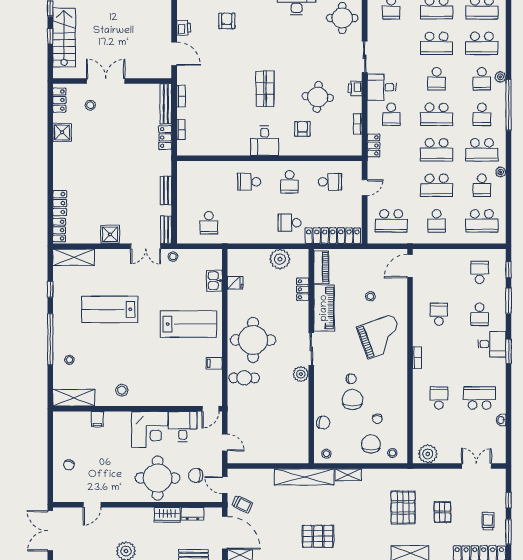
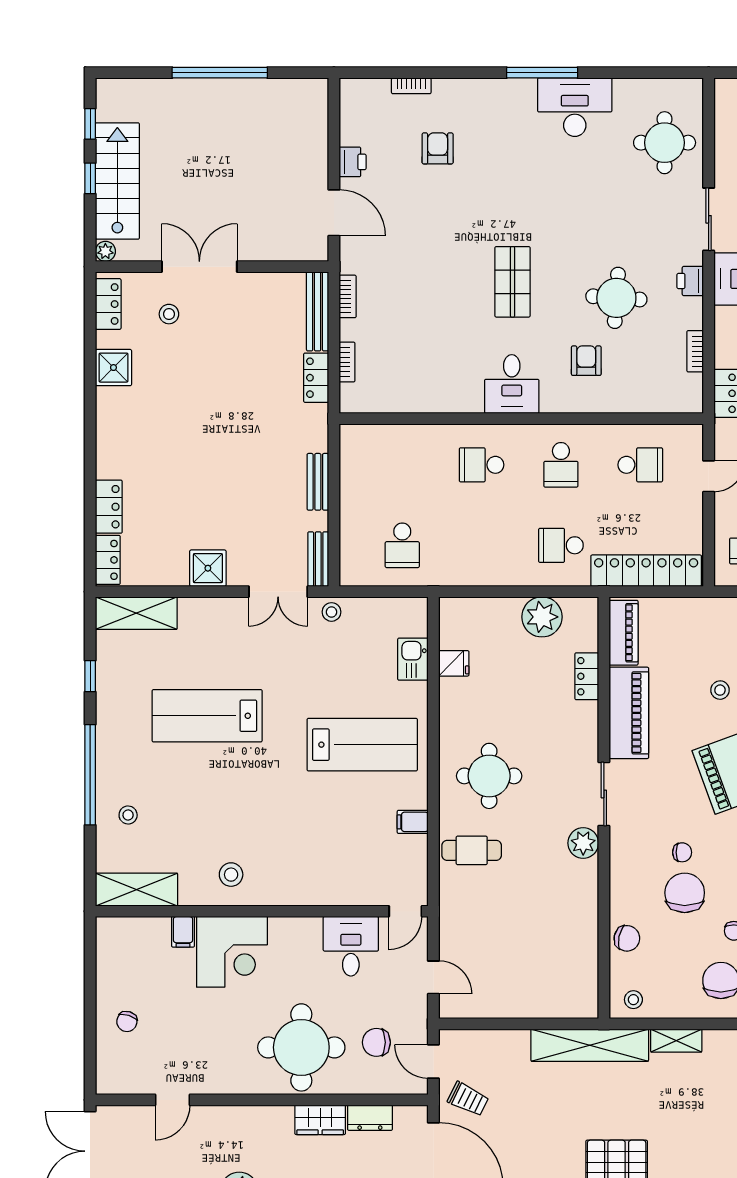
plant: (58, 73) -> (105, 251), added
round table: (253, 340) -> (489, 776), width x0.73, depth x0.73
corner desk: (150, 429) -> (232, 952), moved

